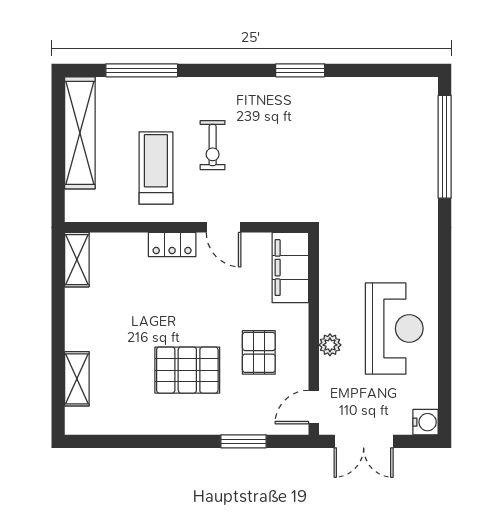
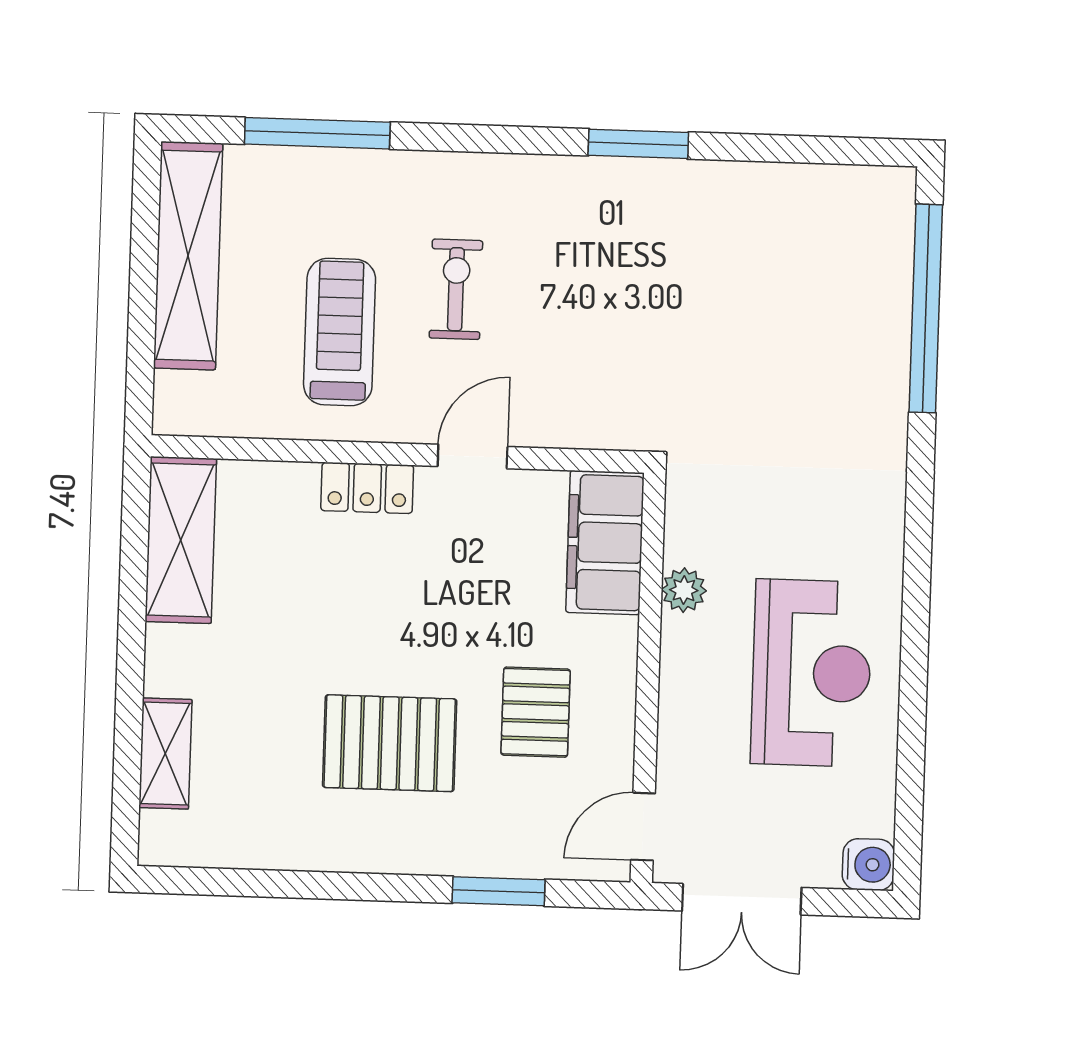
exercise bike: (213, 145) -> (456, 289), turned 180
door: (224, 227) -> (473, 456), swing flipped
shelving: (77, 260) -> (181, 540), width x1.50, depth x1.33
plant: (330, 345) -> (684, 590), moved

